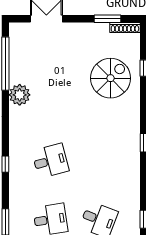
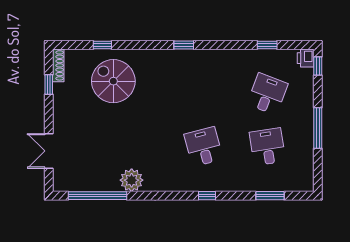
window: (108, 19) -> (49, 84), width x0.67

